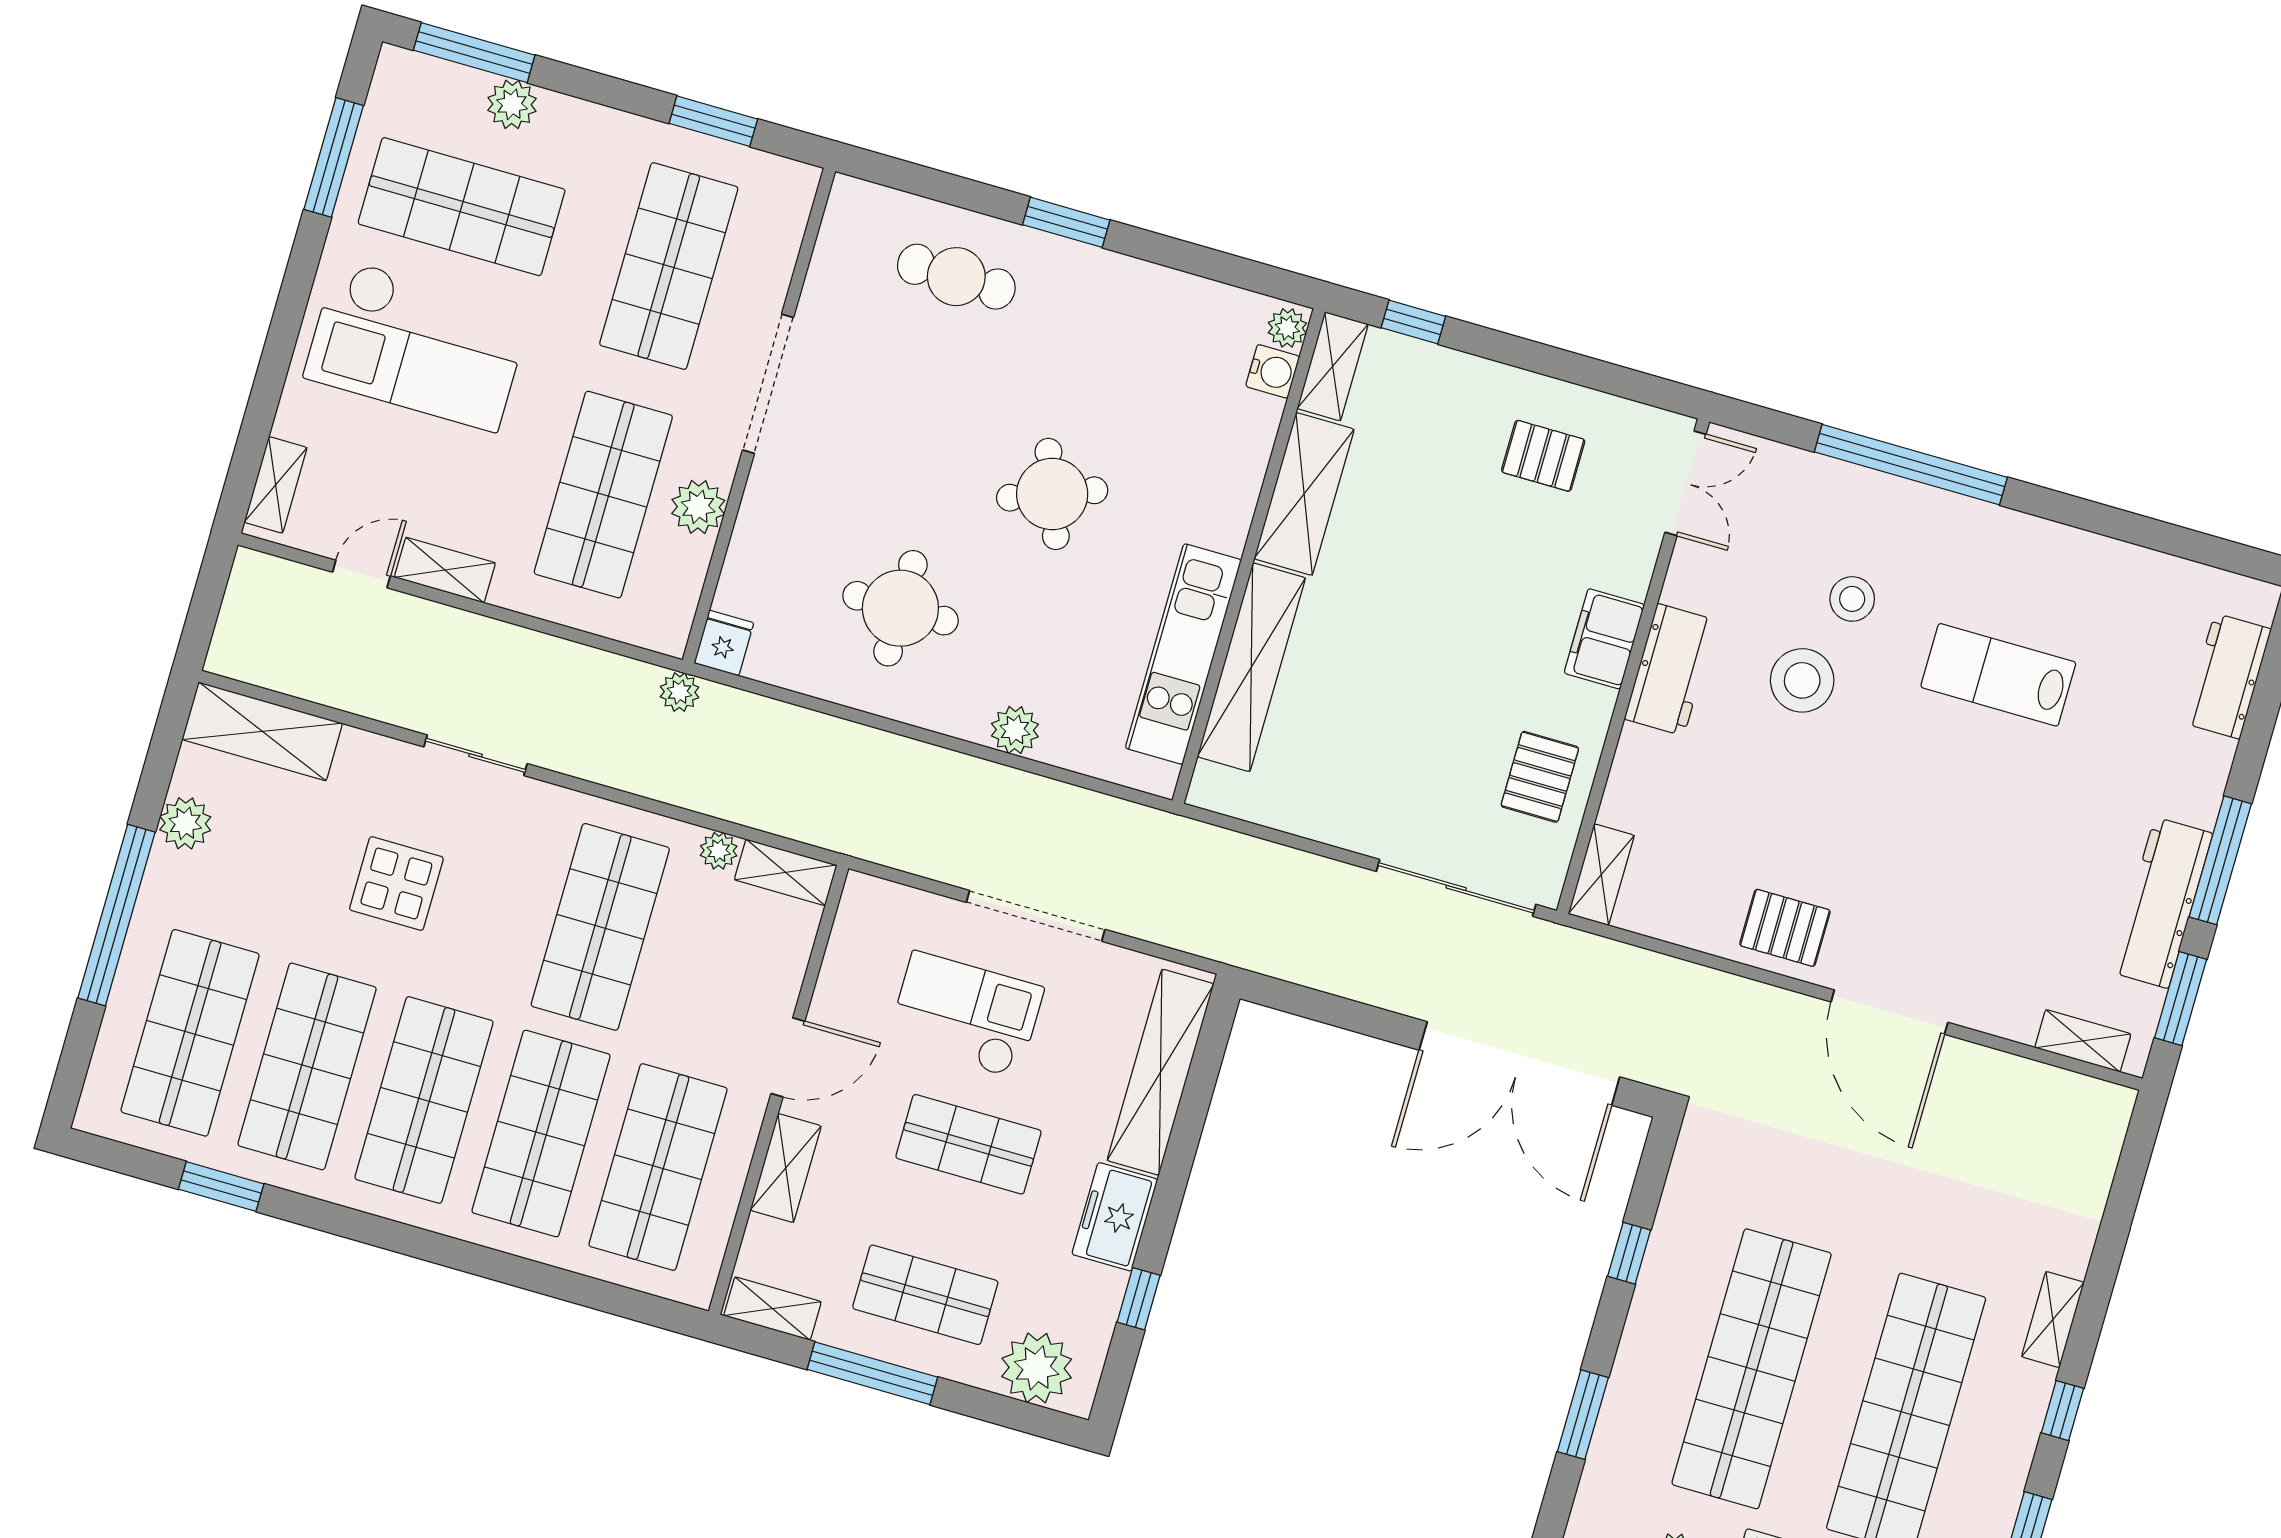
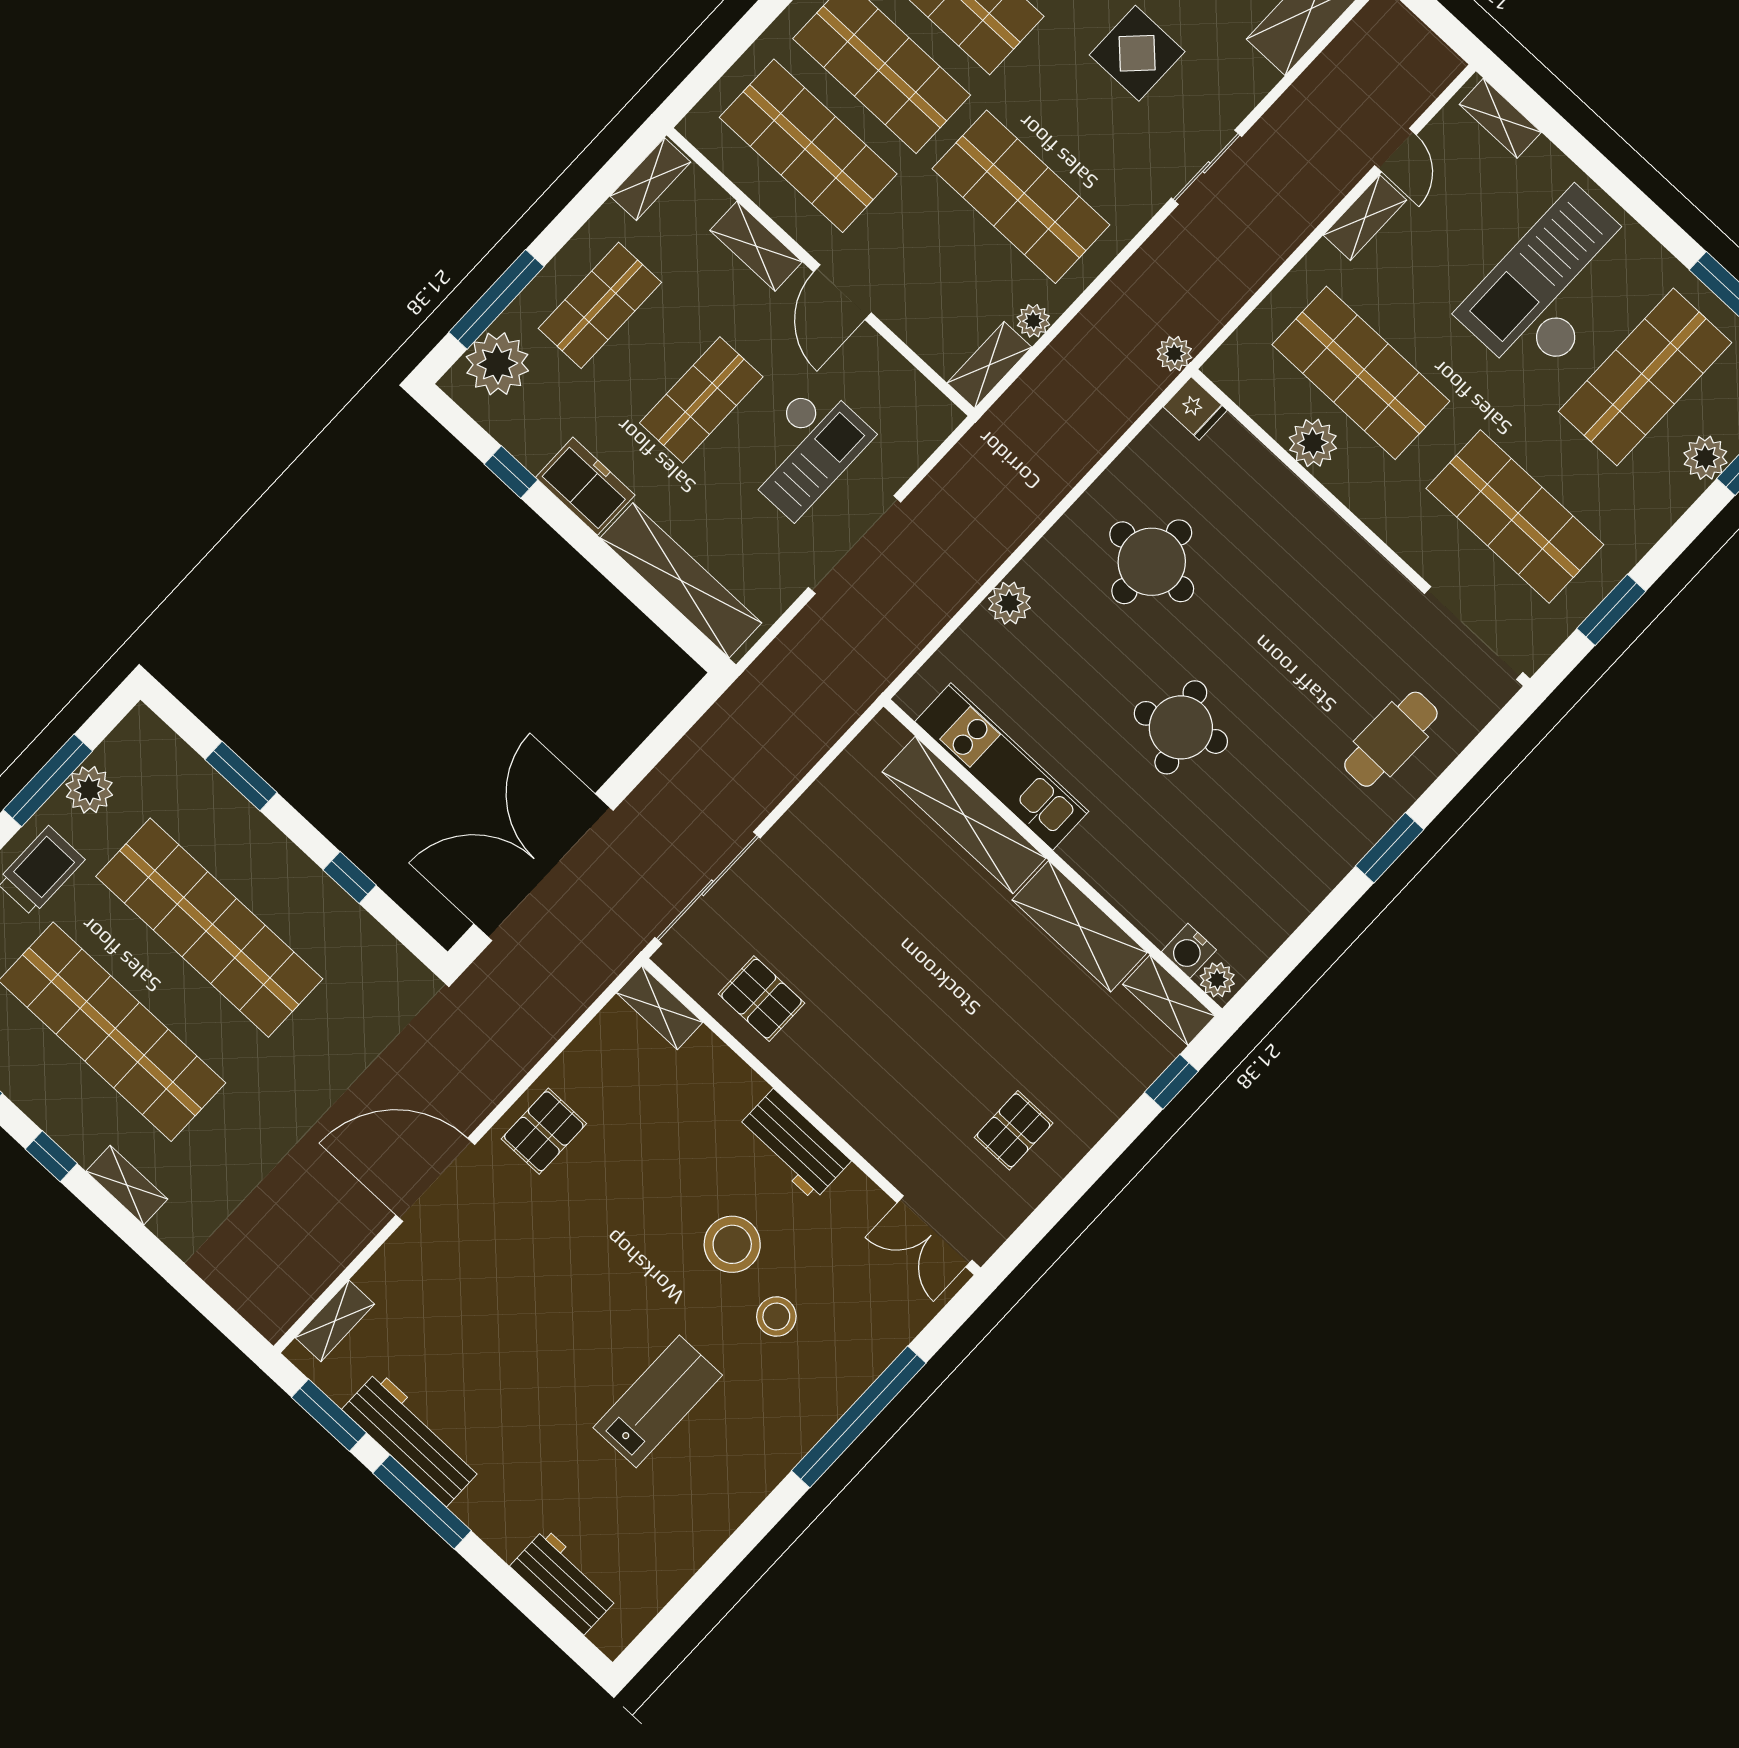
doorway: (768, 384) -> (1474, 633), moved
filing cabinet: (1604, 639) -> (845, 1105), removed
window: (872, 1373) -> (496, 299), moved

